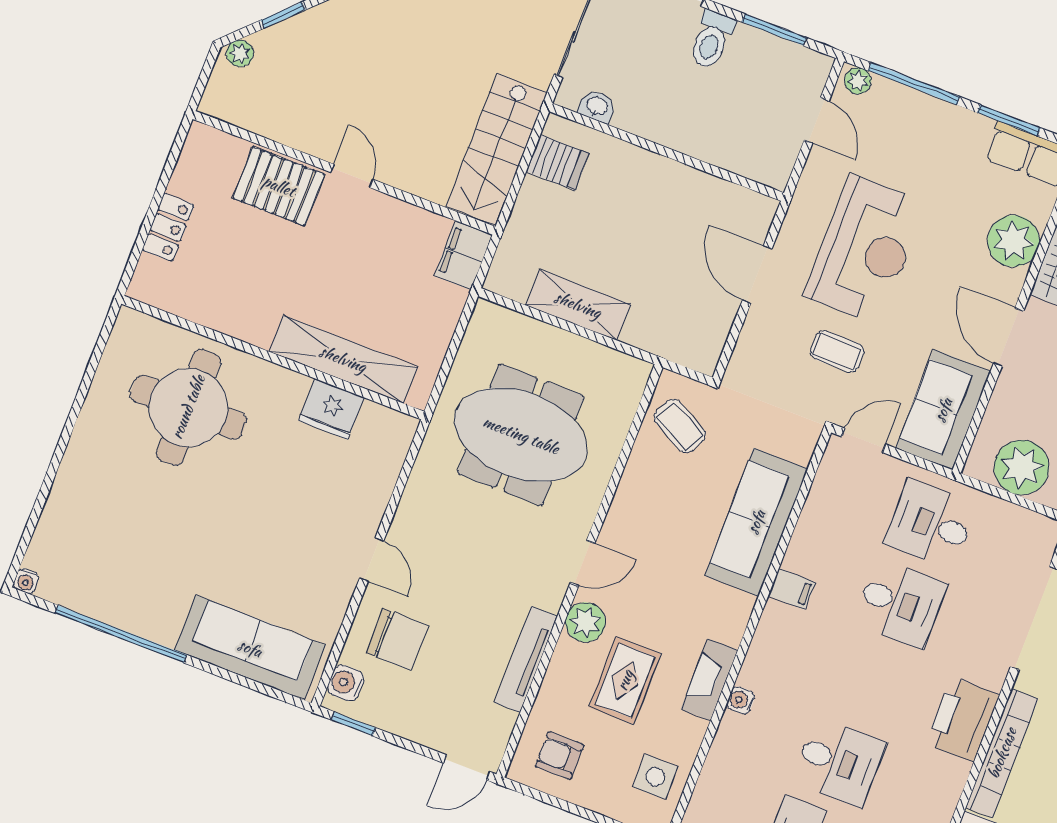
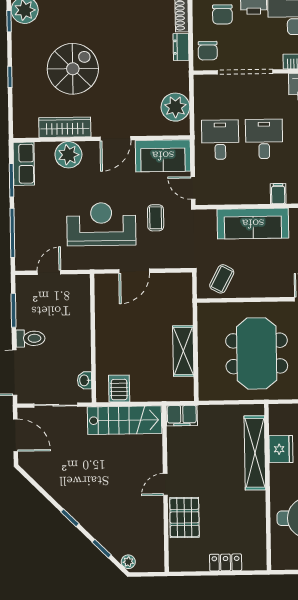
plant: (858, 81) -> (22, 260), removed
desk: (931, 524) -> (220, 140), turned 180

